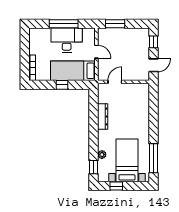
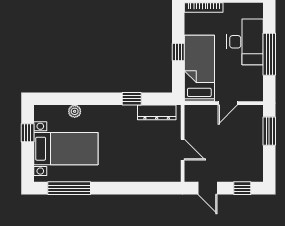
desk: (67, 40) -> (245, 42), moved
door: (115, 82) -> (183, 150), moved
dresser: (103, 116) -> (157, 112), moved
window: (93, 167) -> (132, 99), moved

